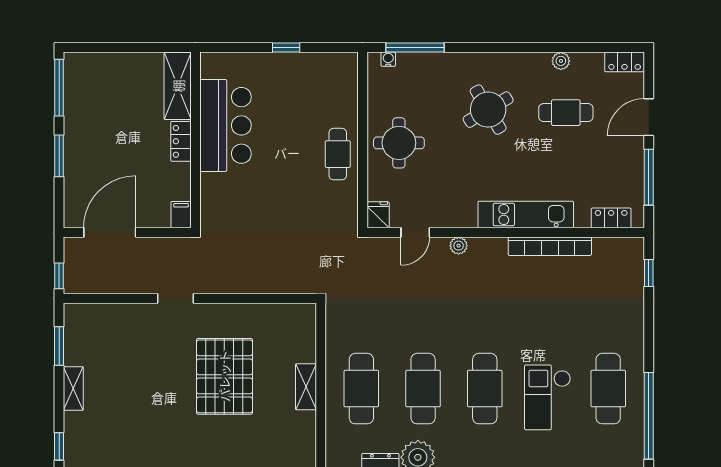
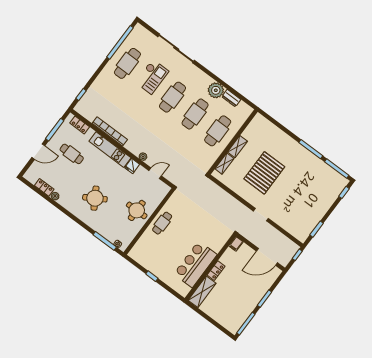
locker: (625, 62) -> (44, 187), moved
cafe table: (566, 113) -> (72, 154), moved
fridge: (378, 215) -> (132, 166), moved
shelving: (73, 388) -> (224, 164), moved

